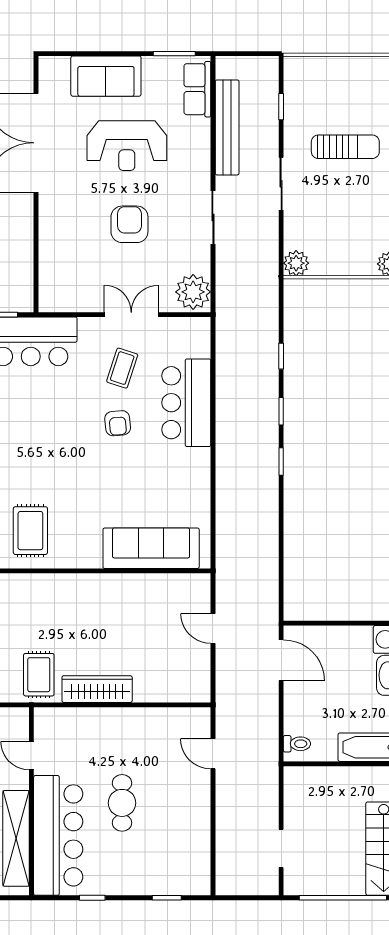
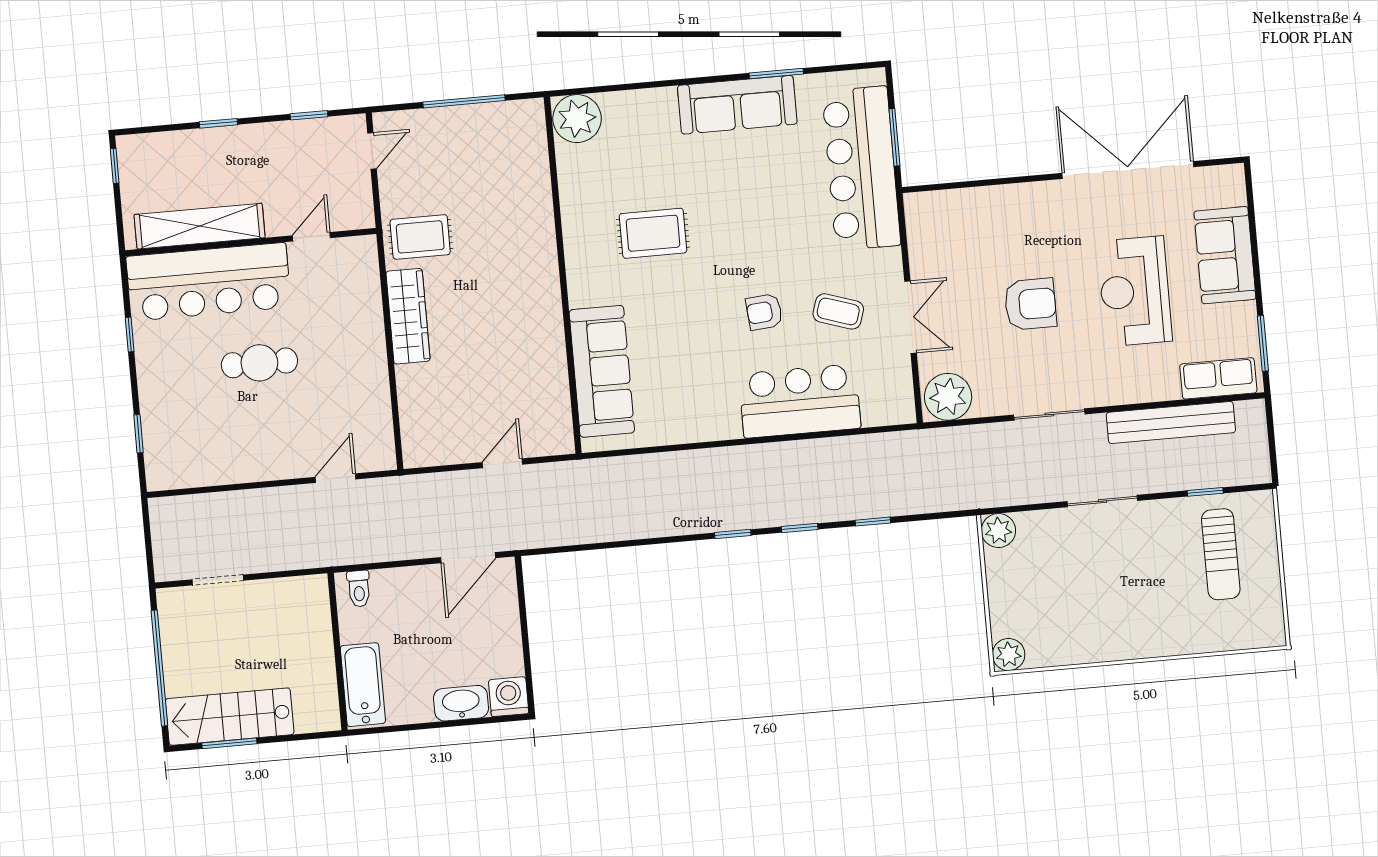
sun lounger: (345, 147) -> (1221, 554), moved
rug: (30, 531) -> (653, 233), moved

